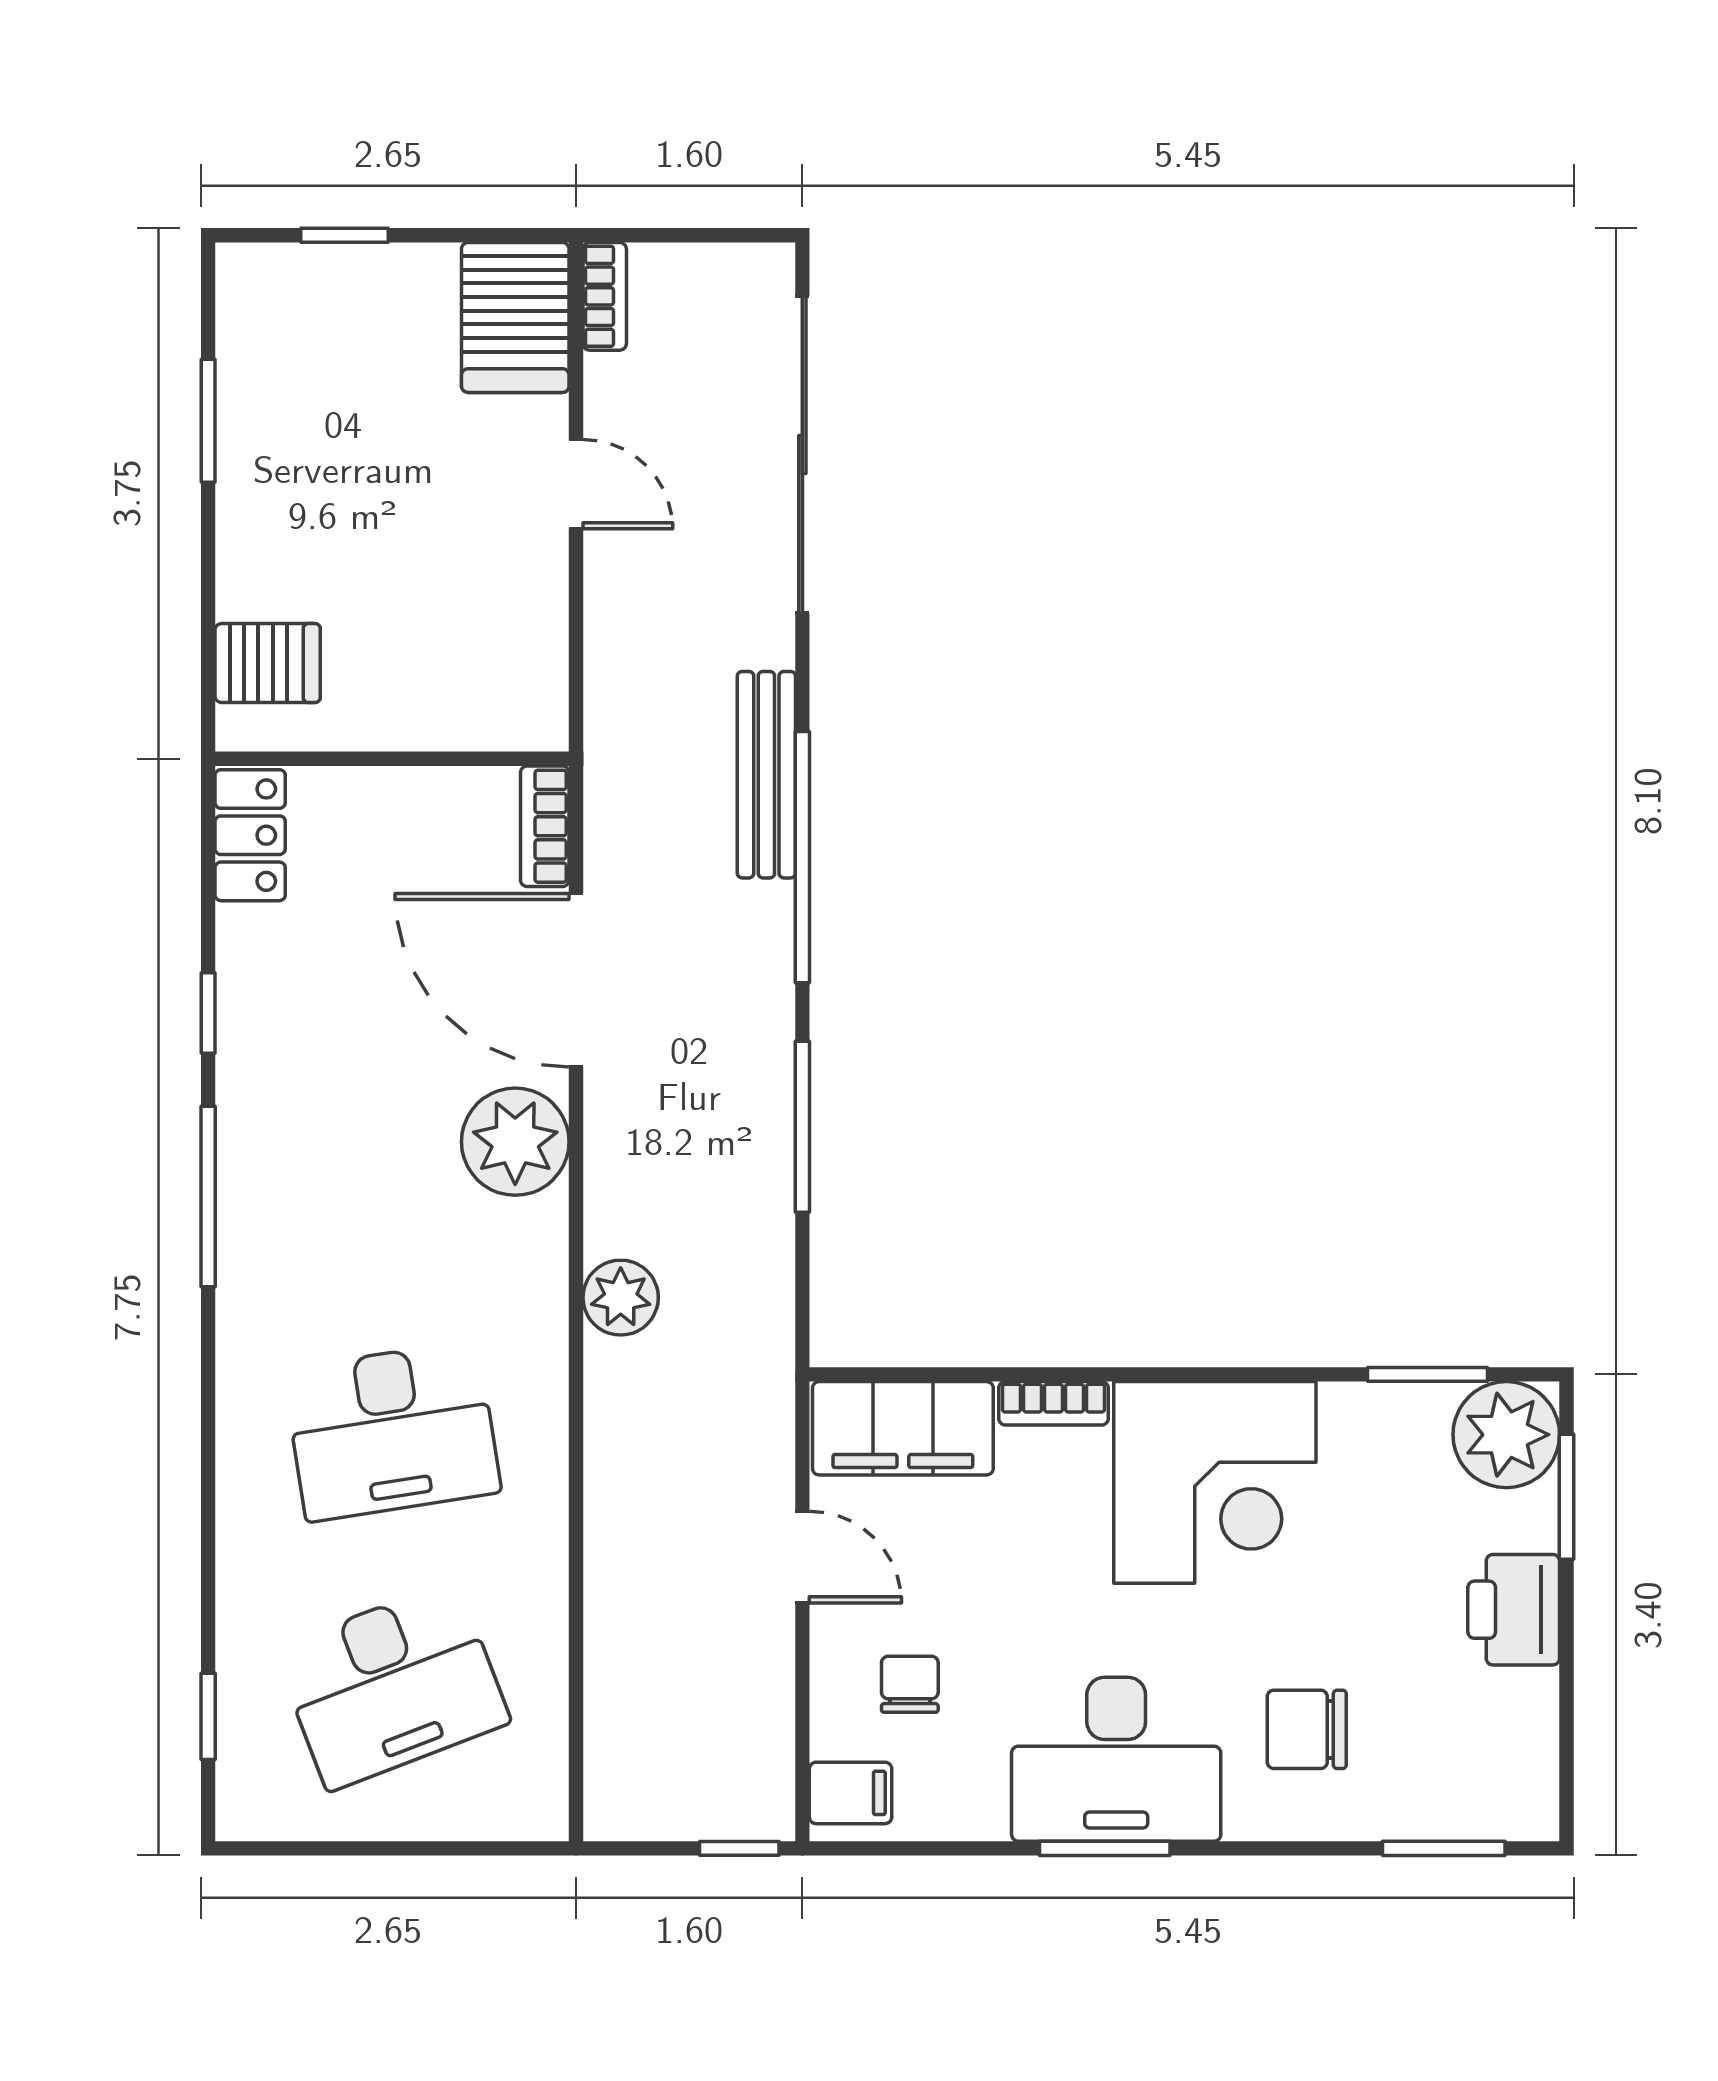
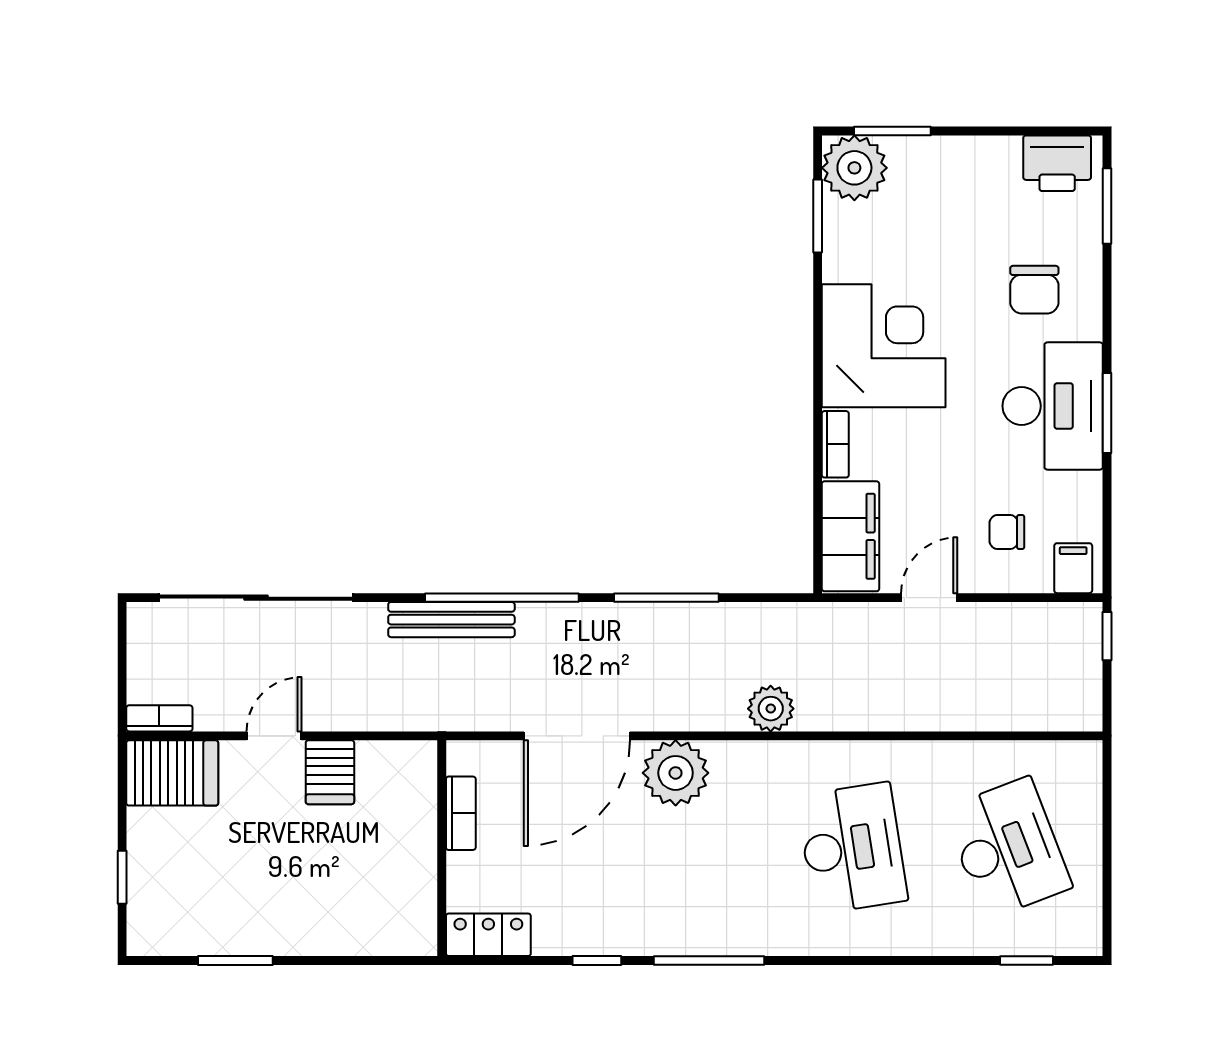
server rack: (268, 663) -> (330, 772), moved, turned 180
bookcase: (545, 826) -> (461, 813), moved, turned -90
printer: (1514, 1610) -> (1057, 163), moved

